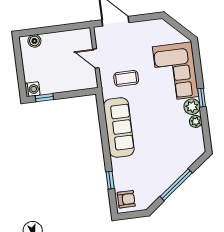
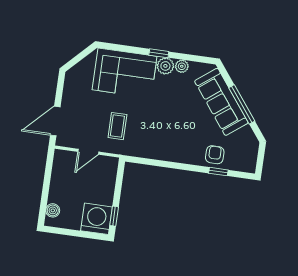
washing machine: (32, 89) -> (96, 219), width x1.89, depth x1.89
sofa: (119, 127) -> (221, 102), moved, turned -127
armchair: (126, 199) -> (215, 155), moved

